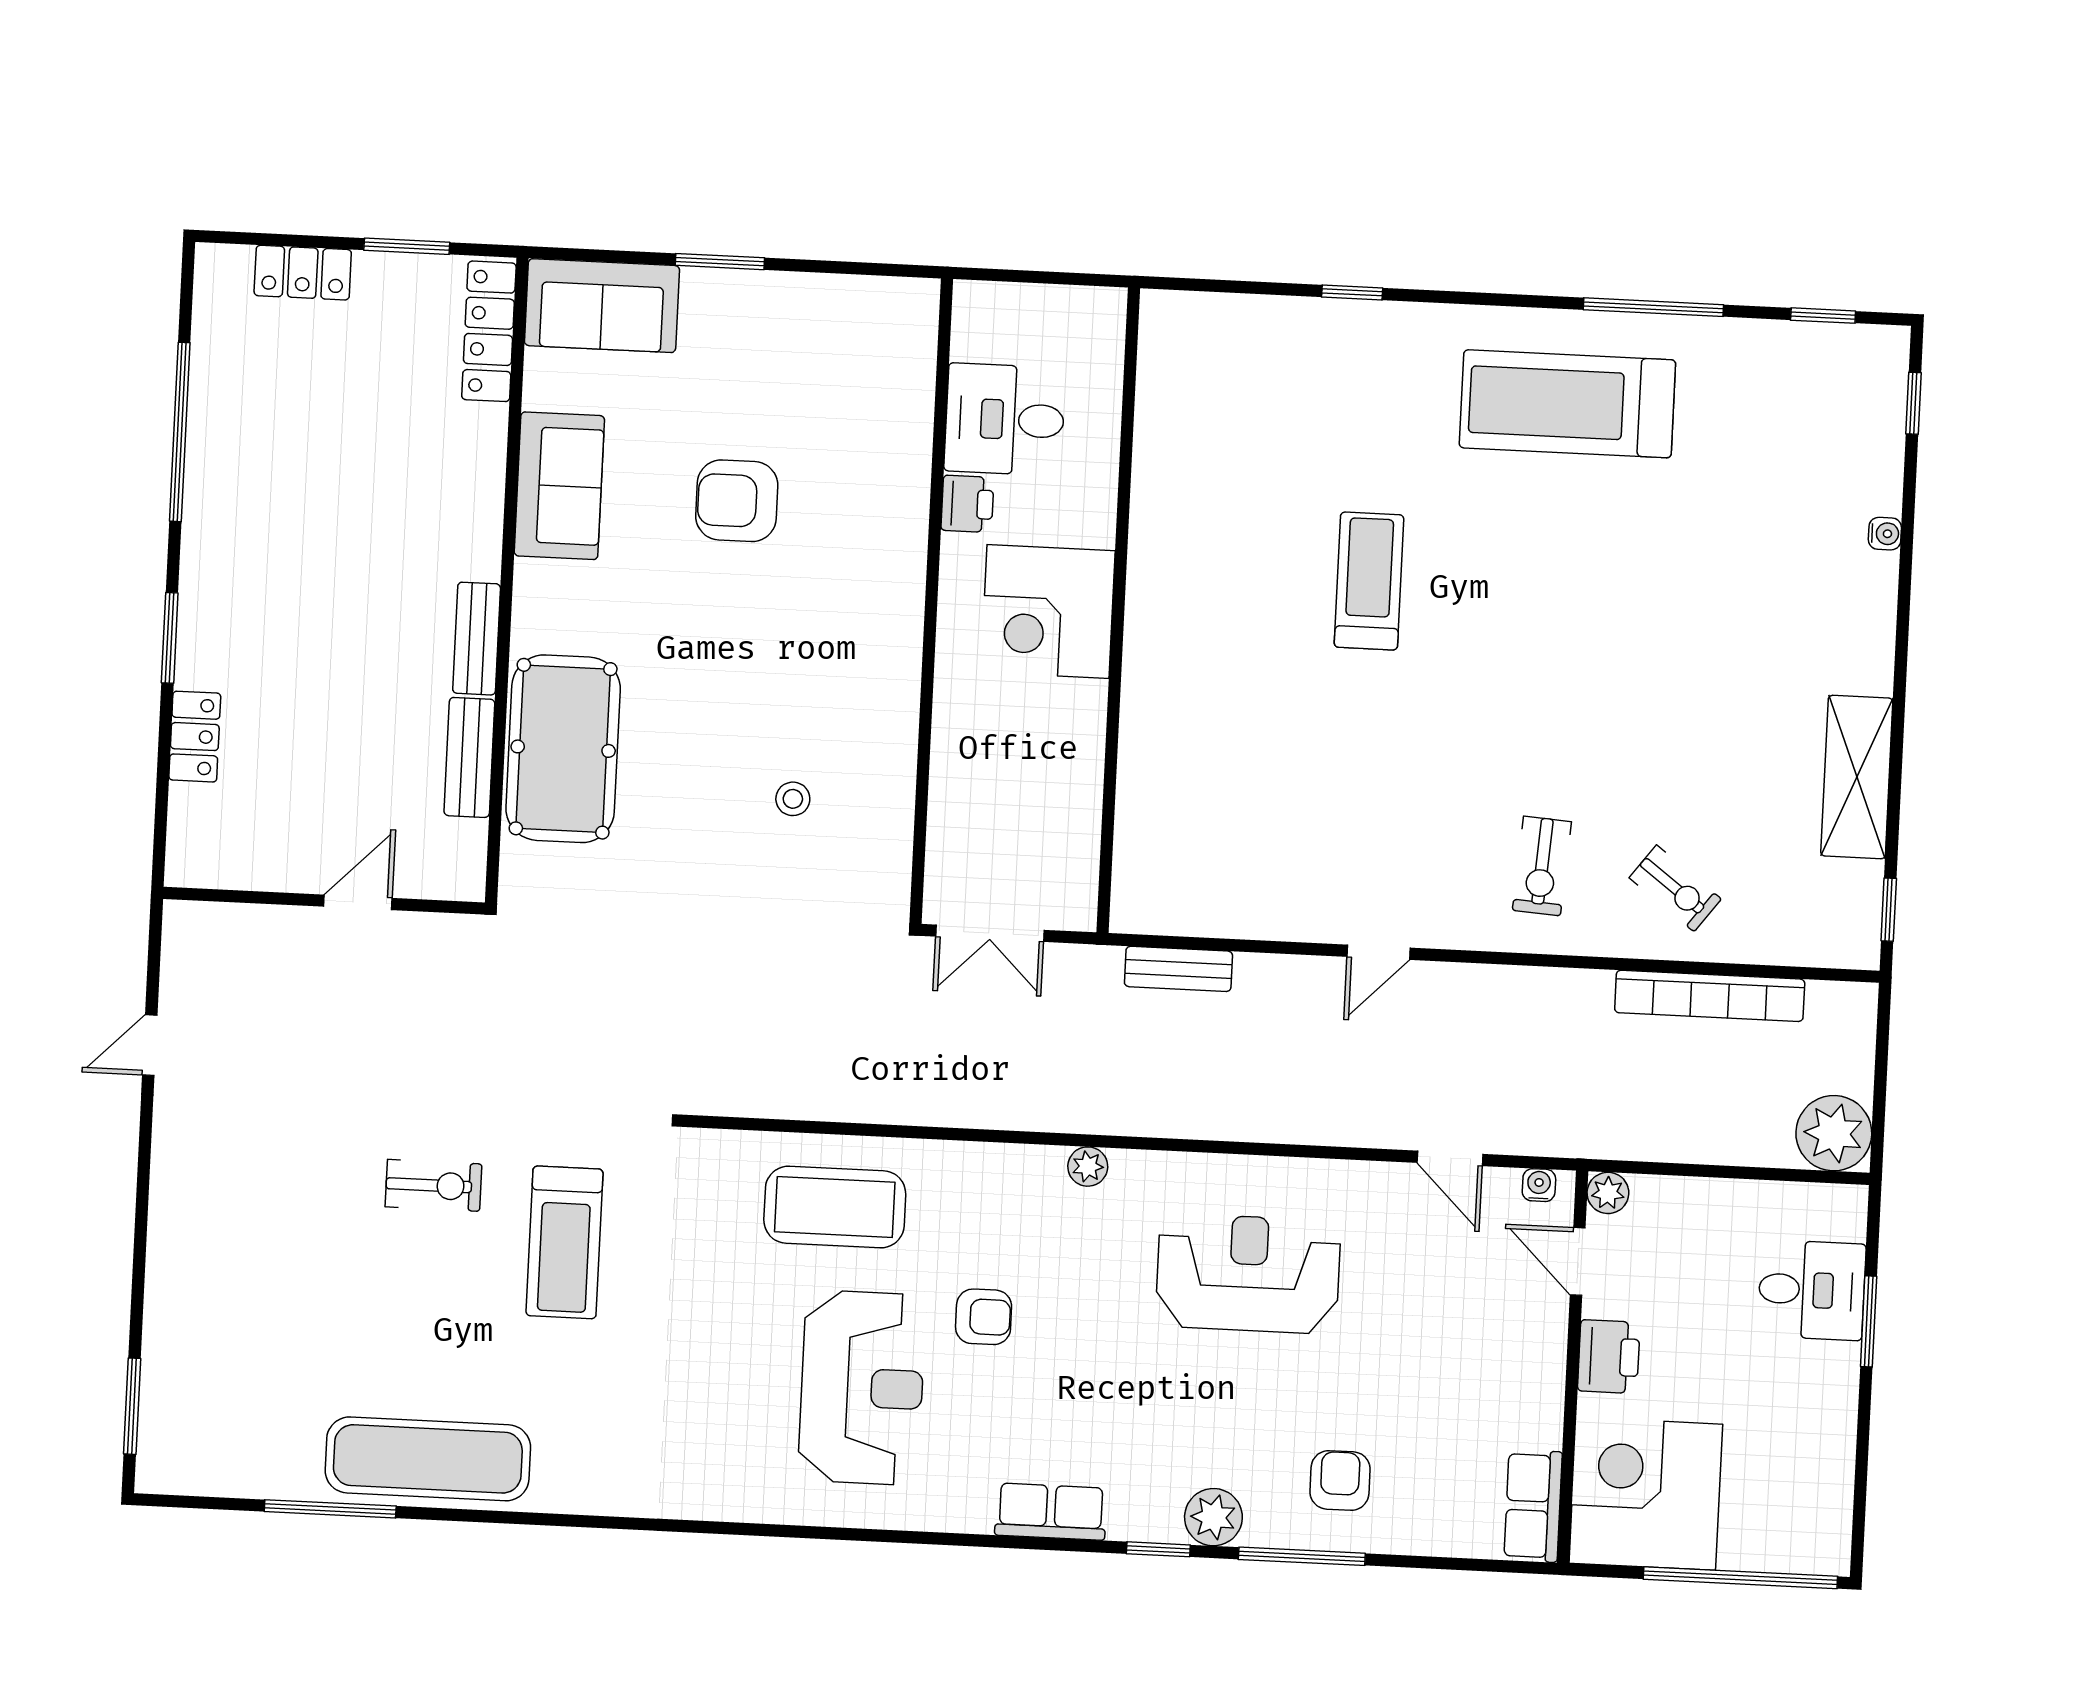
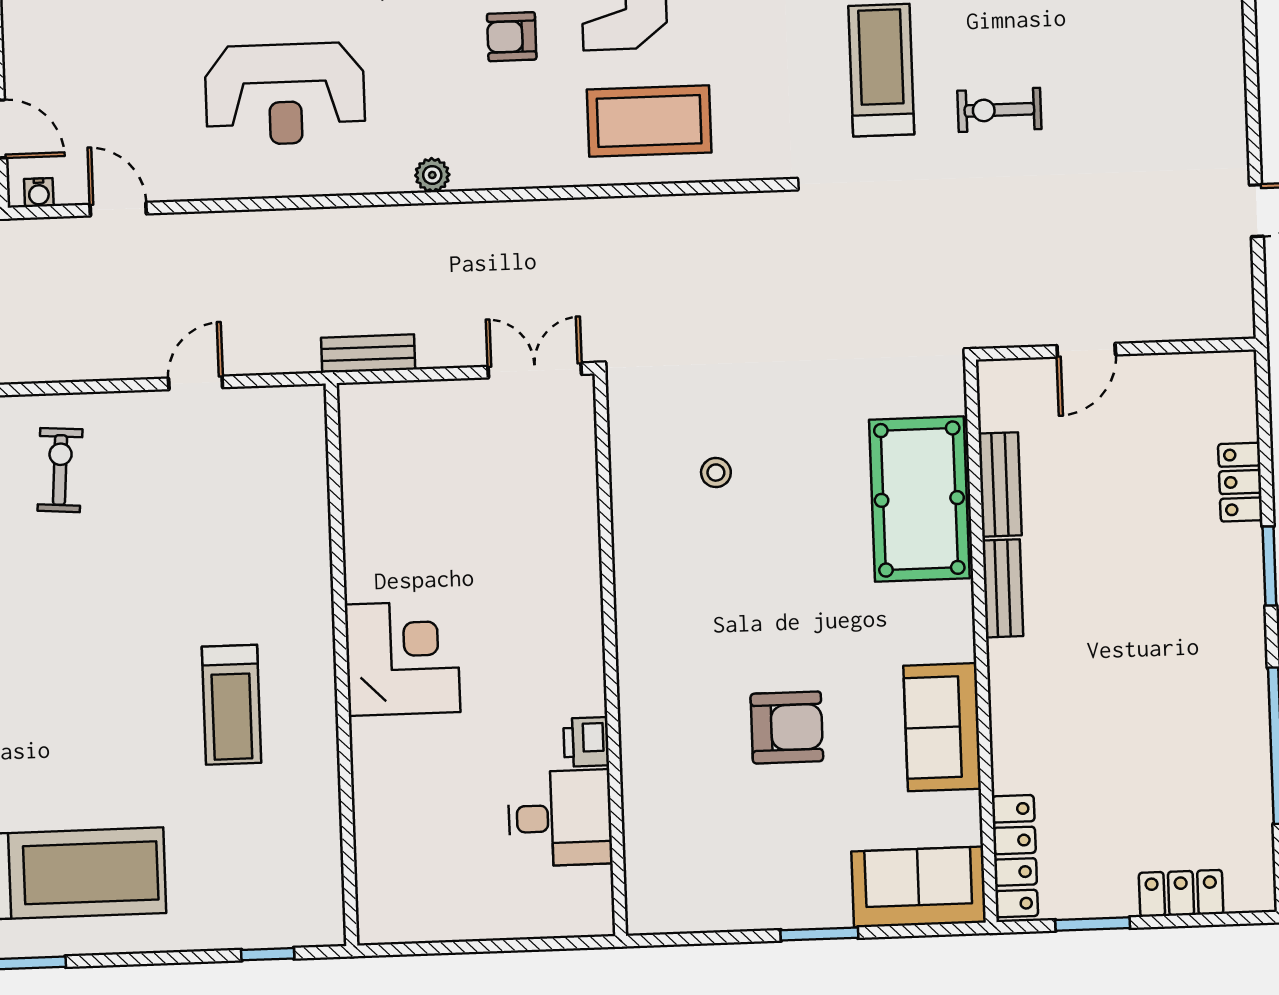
wall: (1118, 610) -> (341, 665), moved
corner desk: (1048, 611) -> (402, 658), moved

